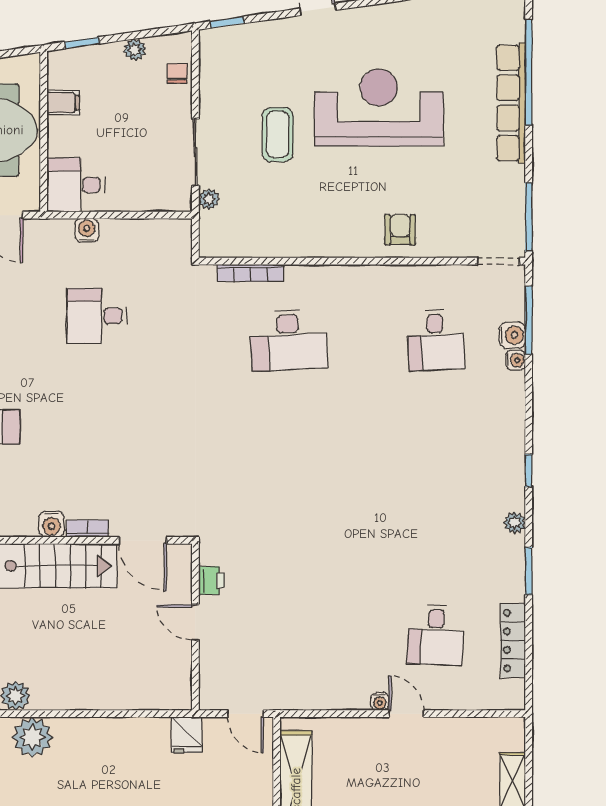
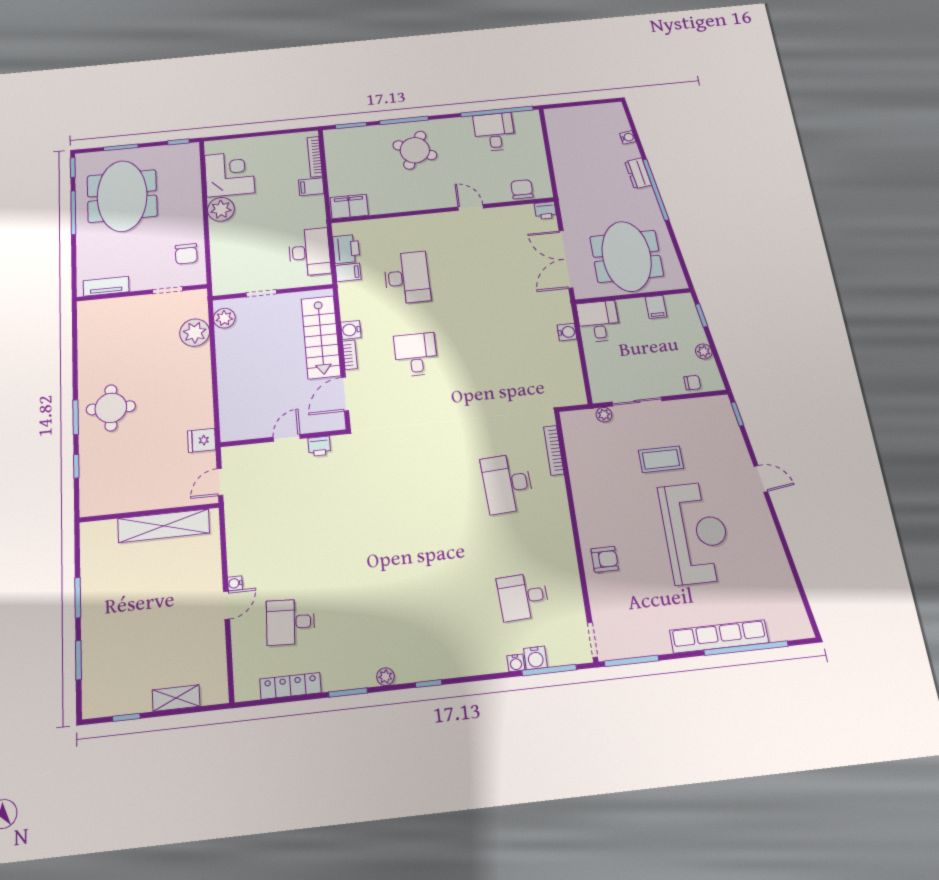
desk: (97, 316) -> (416, 354), moved

